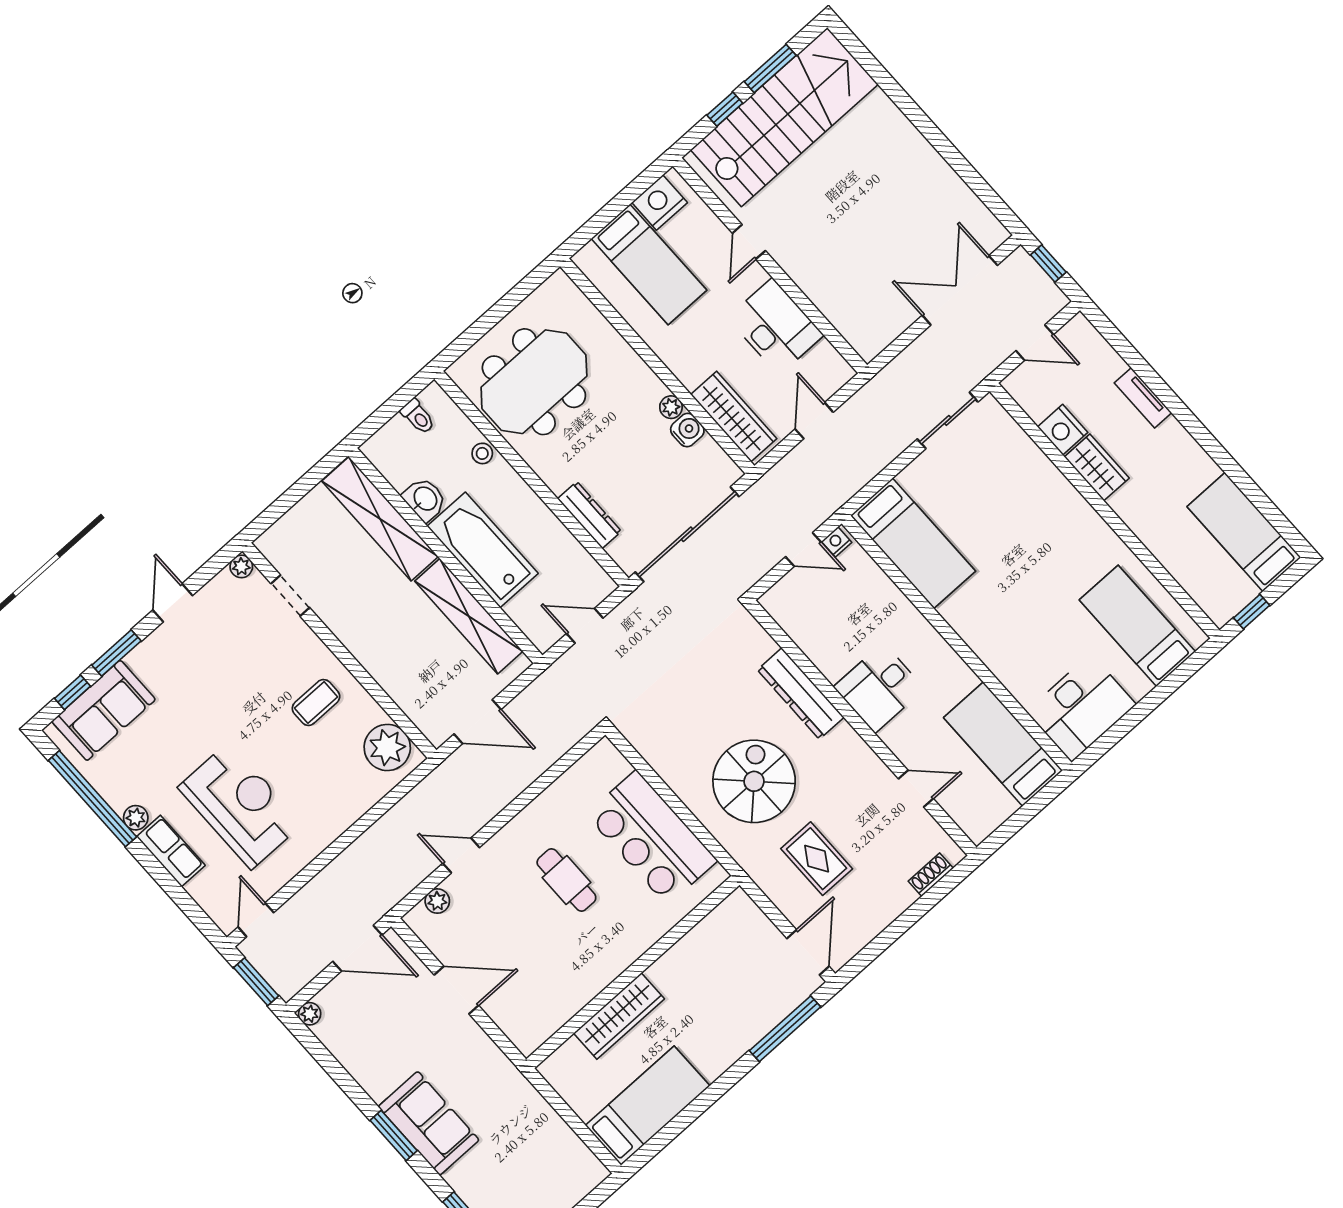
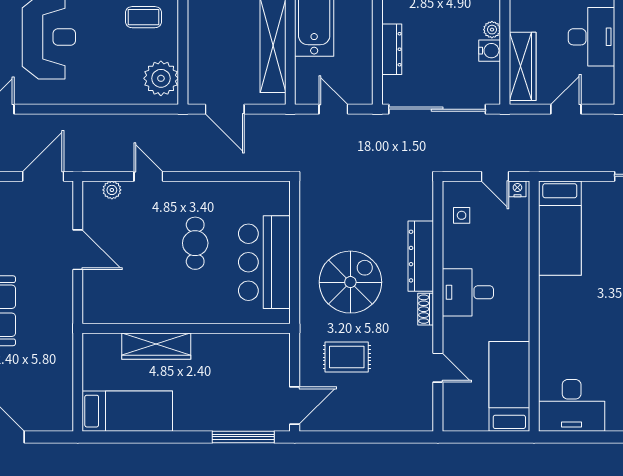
side table: (805, 617) -> (462, 215), added
rug: (817, 859) -> (347, 357), turned 90
shoe rack: (931, 875) -> (426, 309), moved, turned -90
door: (357, 948) -> (43, 176), swing flipped

